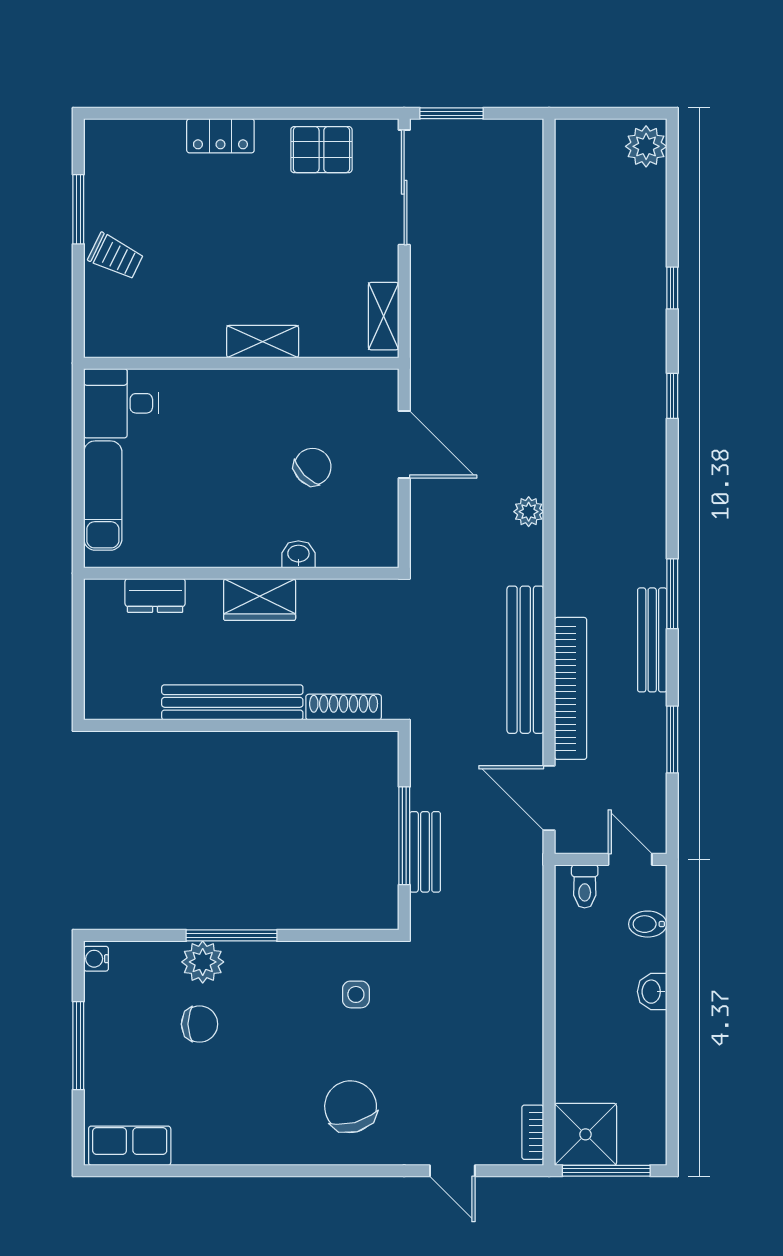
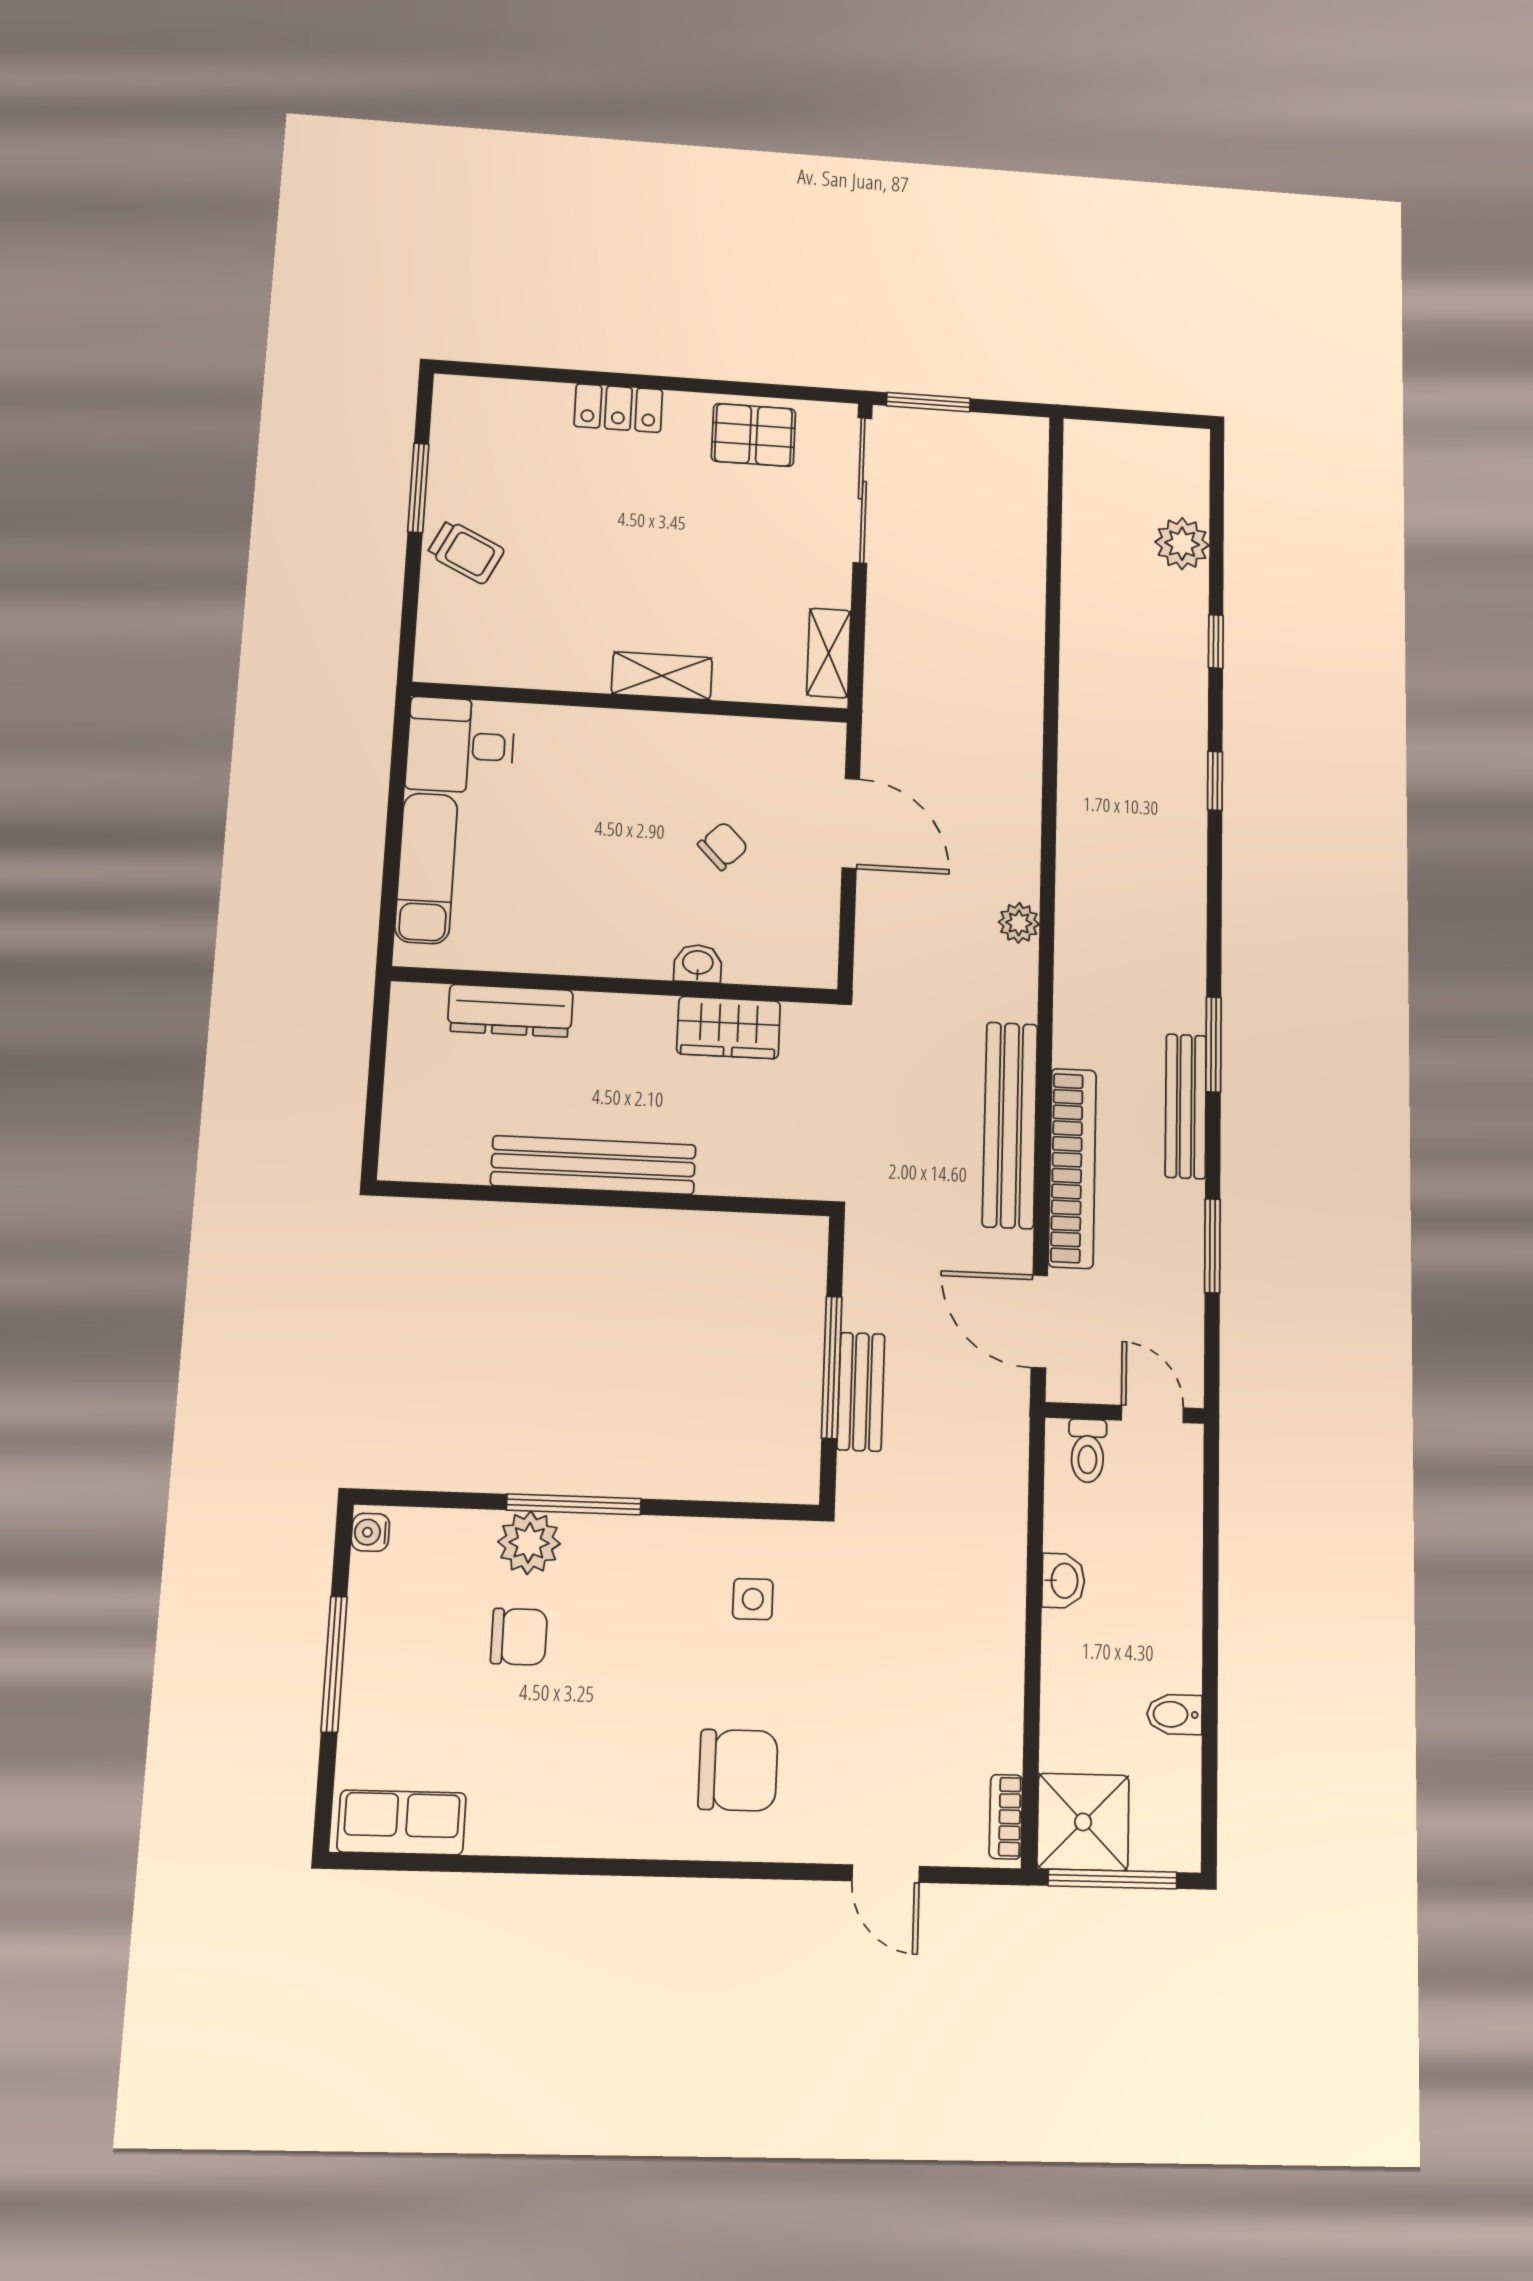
plant: (646, 146) -> (1182, 544), moved
chair: (313, 467) -> (723, 846), width x0.73, depth x0.73
dresser: (155, 596) -> (510, 1011), width x1.44
wardrobe: (260, 600) -> (729, 1028), moved
shoe rack: (344, 707) -> (752, 1179), removed
bidet: (648, 924) -> (1174, 1714), moved
washbasin: (652, 992) -> (1063, 1581), moved, turned 180
chair: (351, 1107) -> (738, 1770), turned 105

